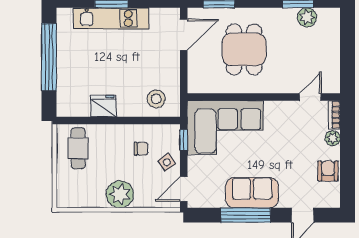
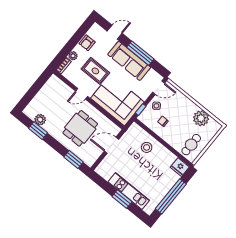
door: (184, 35) -> (112, 145), moved
door: (310, 97) -> (82, 94), moved
stool: (156, 99) -> (147, 147), moved
fridge: (103, 106) -> (180, 167), moved
rug: (286, 142) -> (95, 71), added
sofa: (252, 193) -> (129, 61), width x1.36
plant: (120, 194) -> (201, 118), moved

